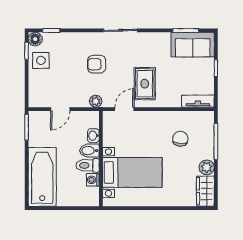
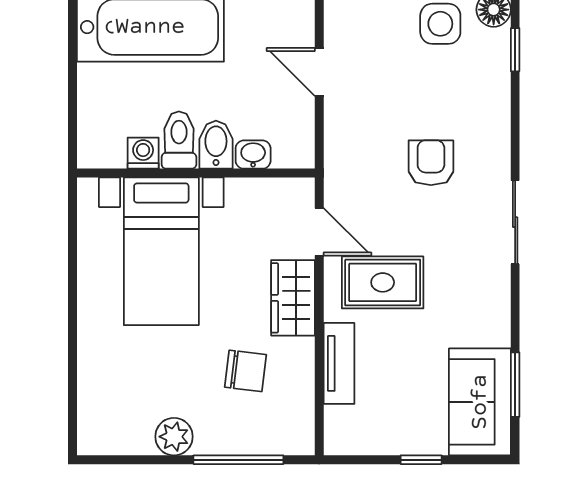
plant: (96, 101) -> (339, 160), removed
tv unit: (198, 101) -> (339, 363), moved
wardrobe: (205, 191) -> (293, 298), moved, turned -90

